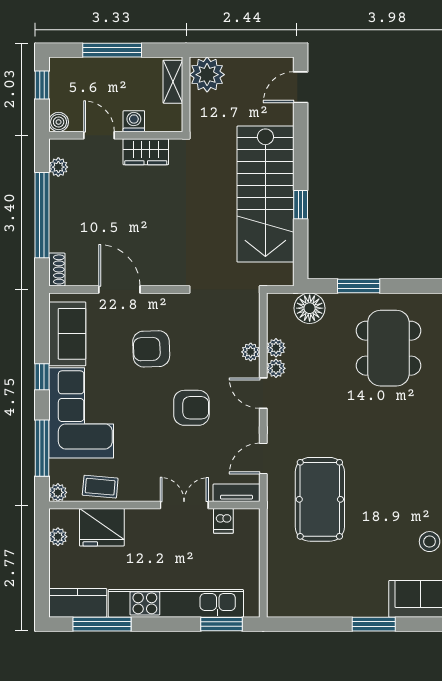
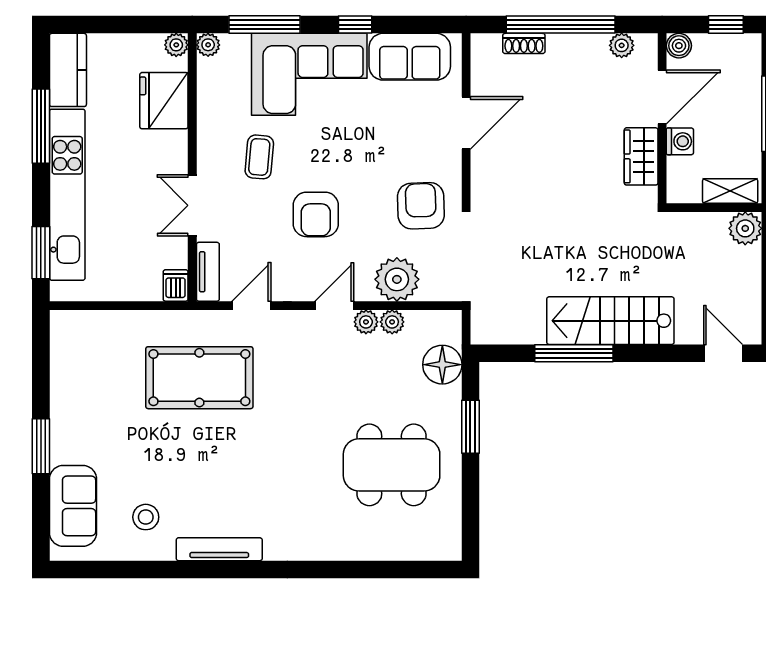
plant: (207, 75) -> (745, 228), width x0.73, depth x0.73
door: (99, 135) -> (662, 97), width x1.38
stairs: (265, 194) -> (610, 321), width x0.73, depth x0.66
window: (301, 205) -> (574, 353), width x2.17
shoe rack: (57, 269) -> (524, 43), moved
armchair: (151, 349) -> (421, 206), moved
plant: (251, 352) -> (397, 279), width x1.88, depth x1.88
door: (263, 458) -> (251, 306), hinge flipped
coffee table: (100, 487) -> (259, 157), moved
double door: (184, 505) -> (192, 205), swing flipped
dishwasher: (223, 521) -> (176, 285), moved, turned 90
plant: (58, 537) -> (176, 45), moved
window: (102, 624) -> (41, 126), moved

